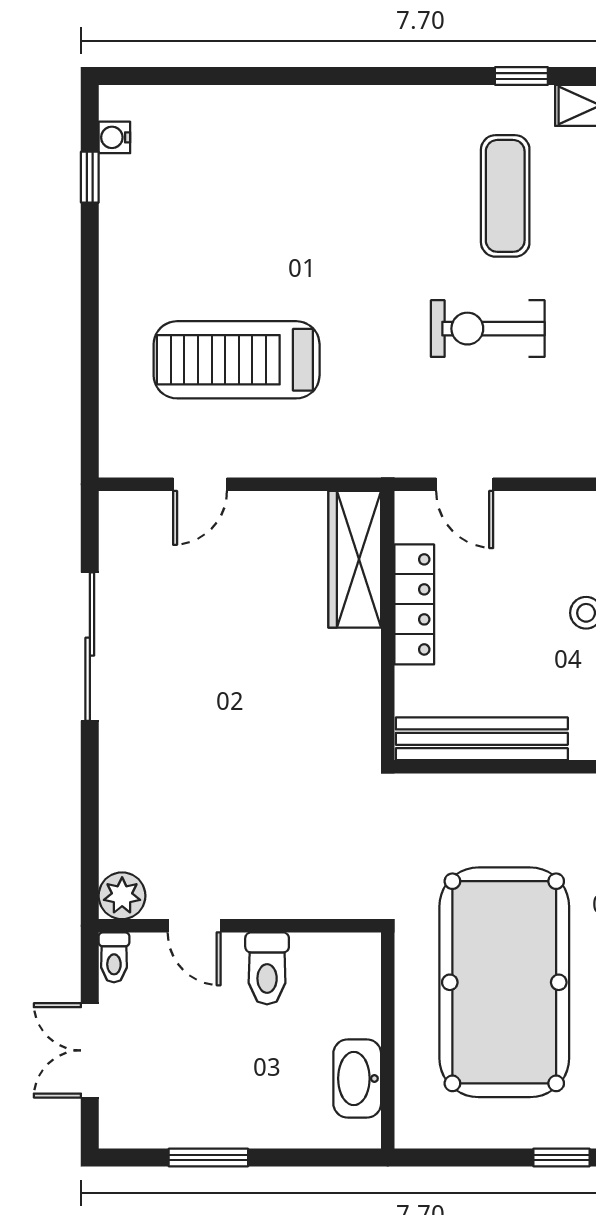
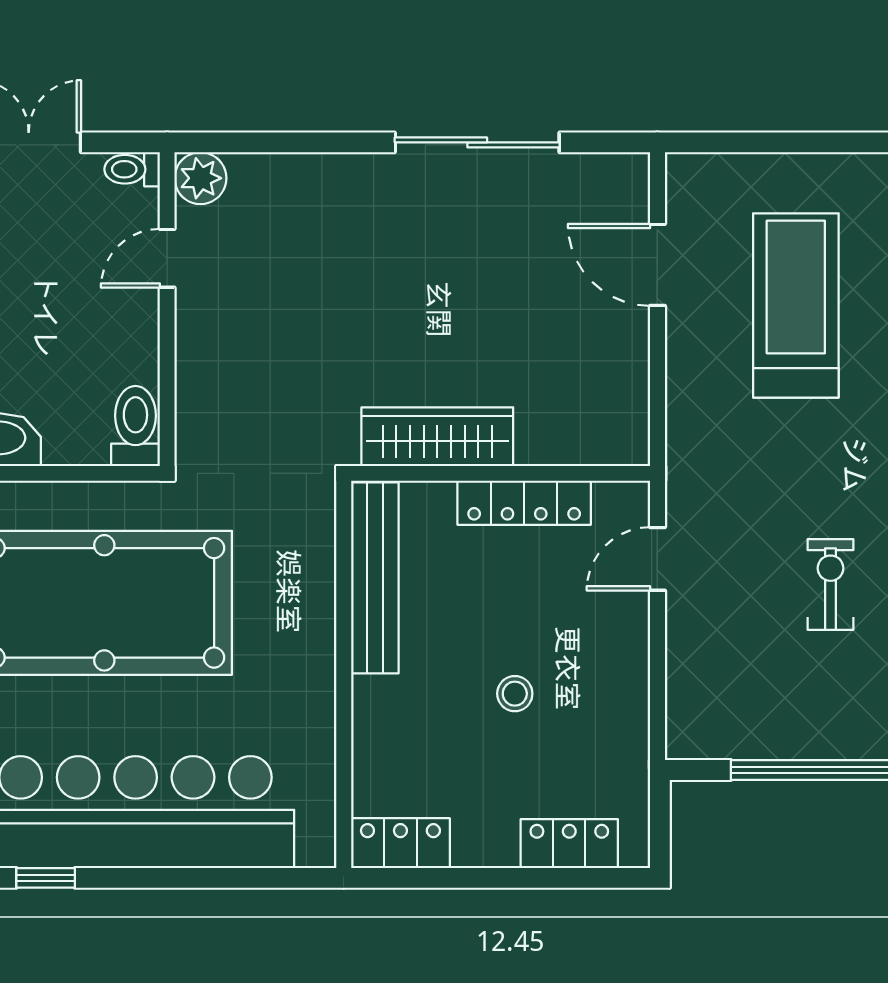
exercise bike: (488, 329) -> (830, 584), width x0.73, depth x0.72
door: (200, 484) -> (657, 265), width x1.38
wardrobe: (355, 559) -> (437, 437), moved
toilet: (267, 968) -> (135, 426), moved, turned 90

